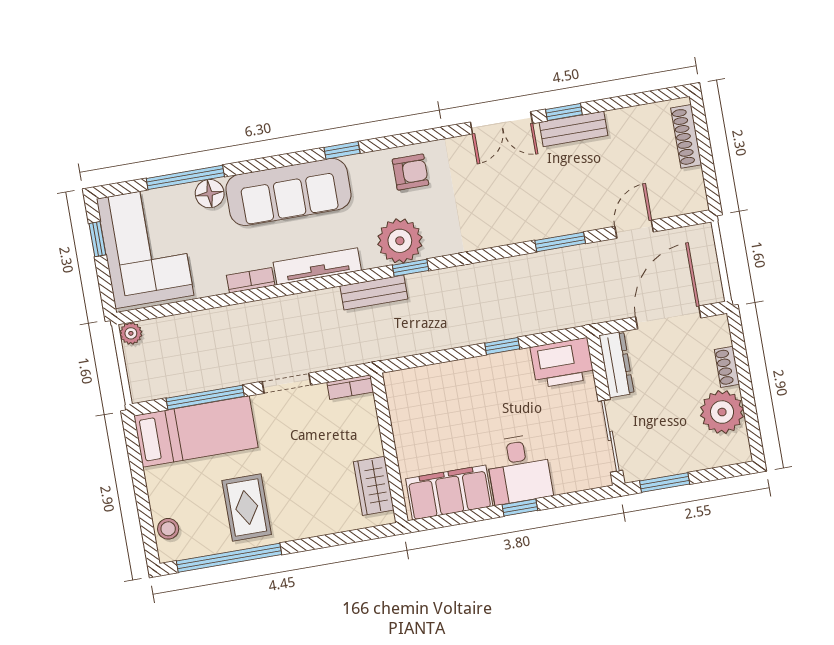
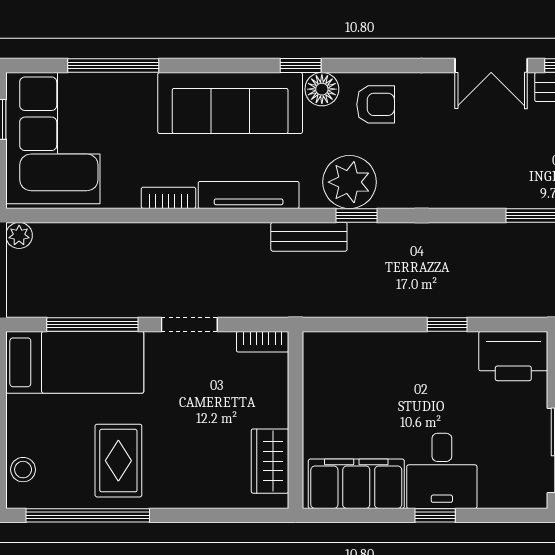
floor lamp: (210, 194) -> (322, 89), moved

